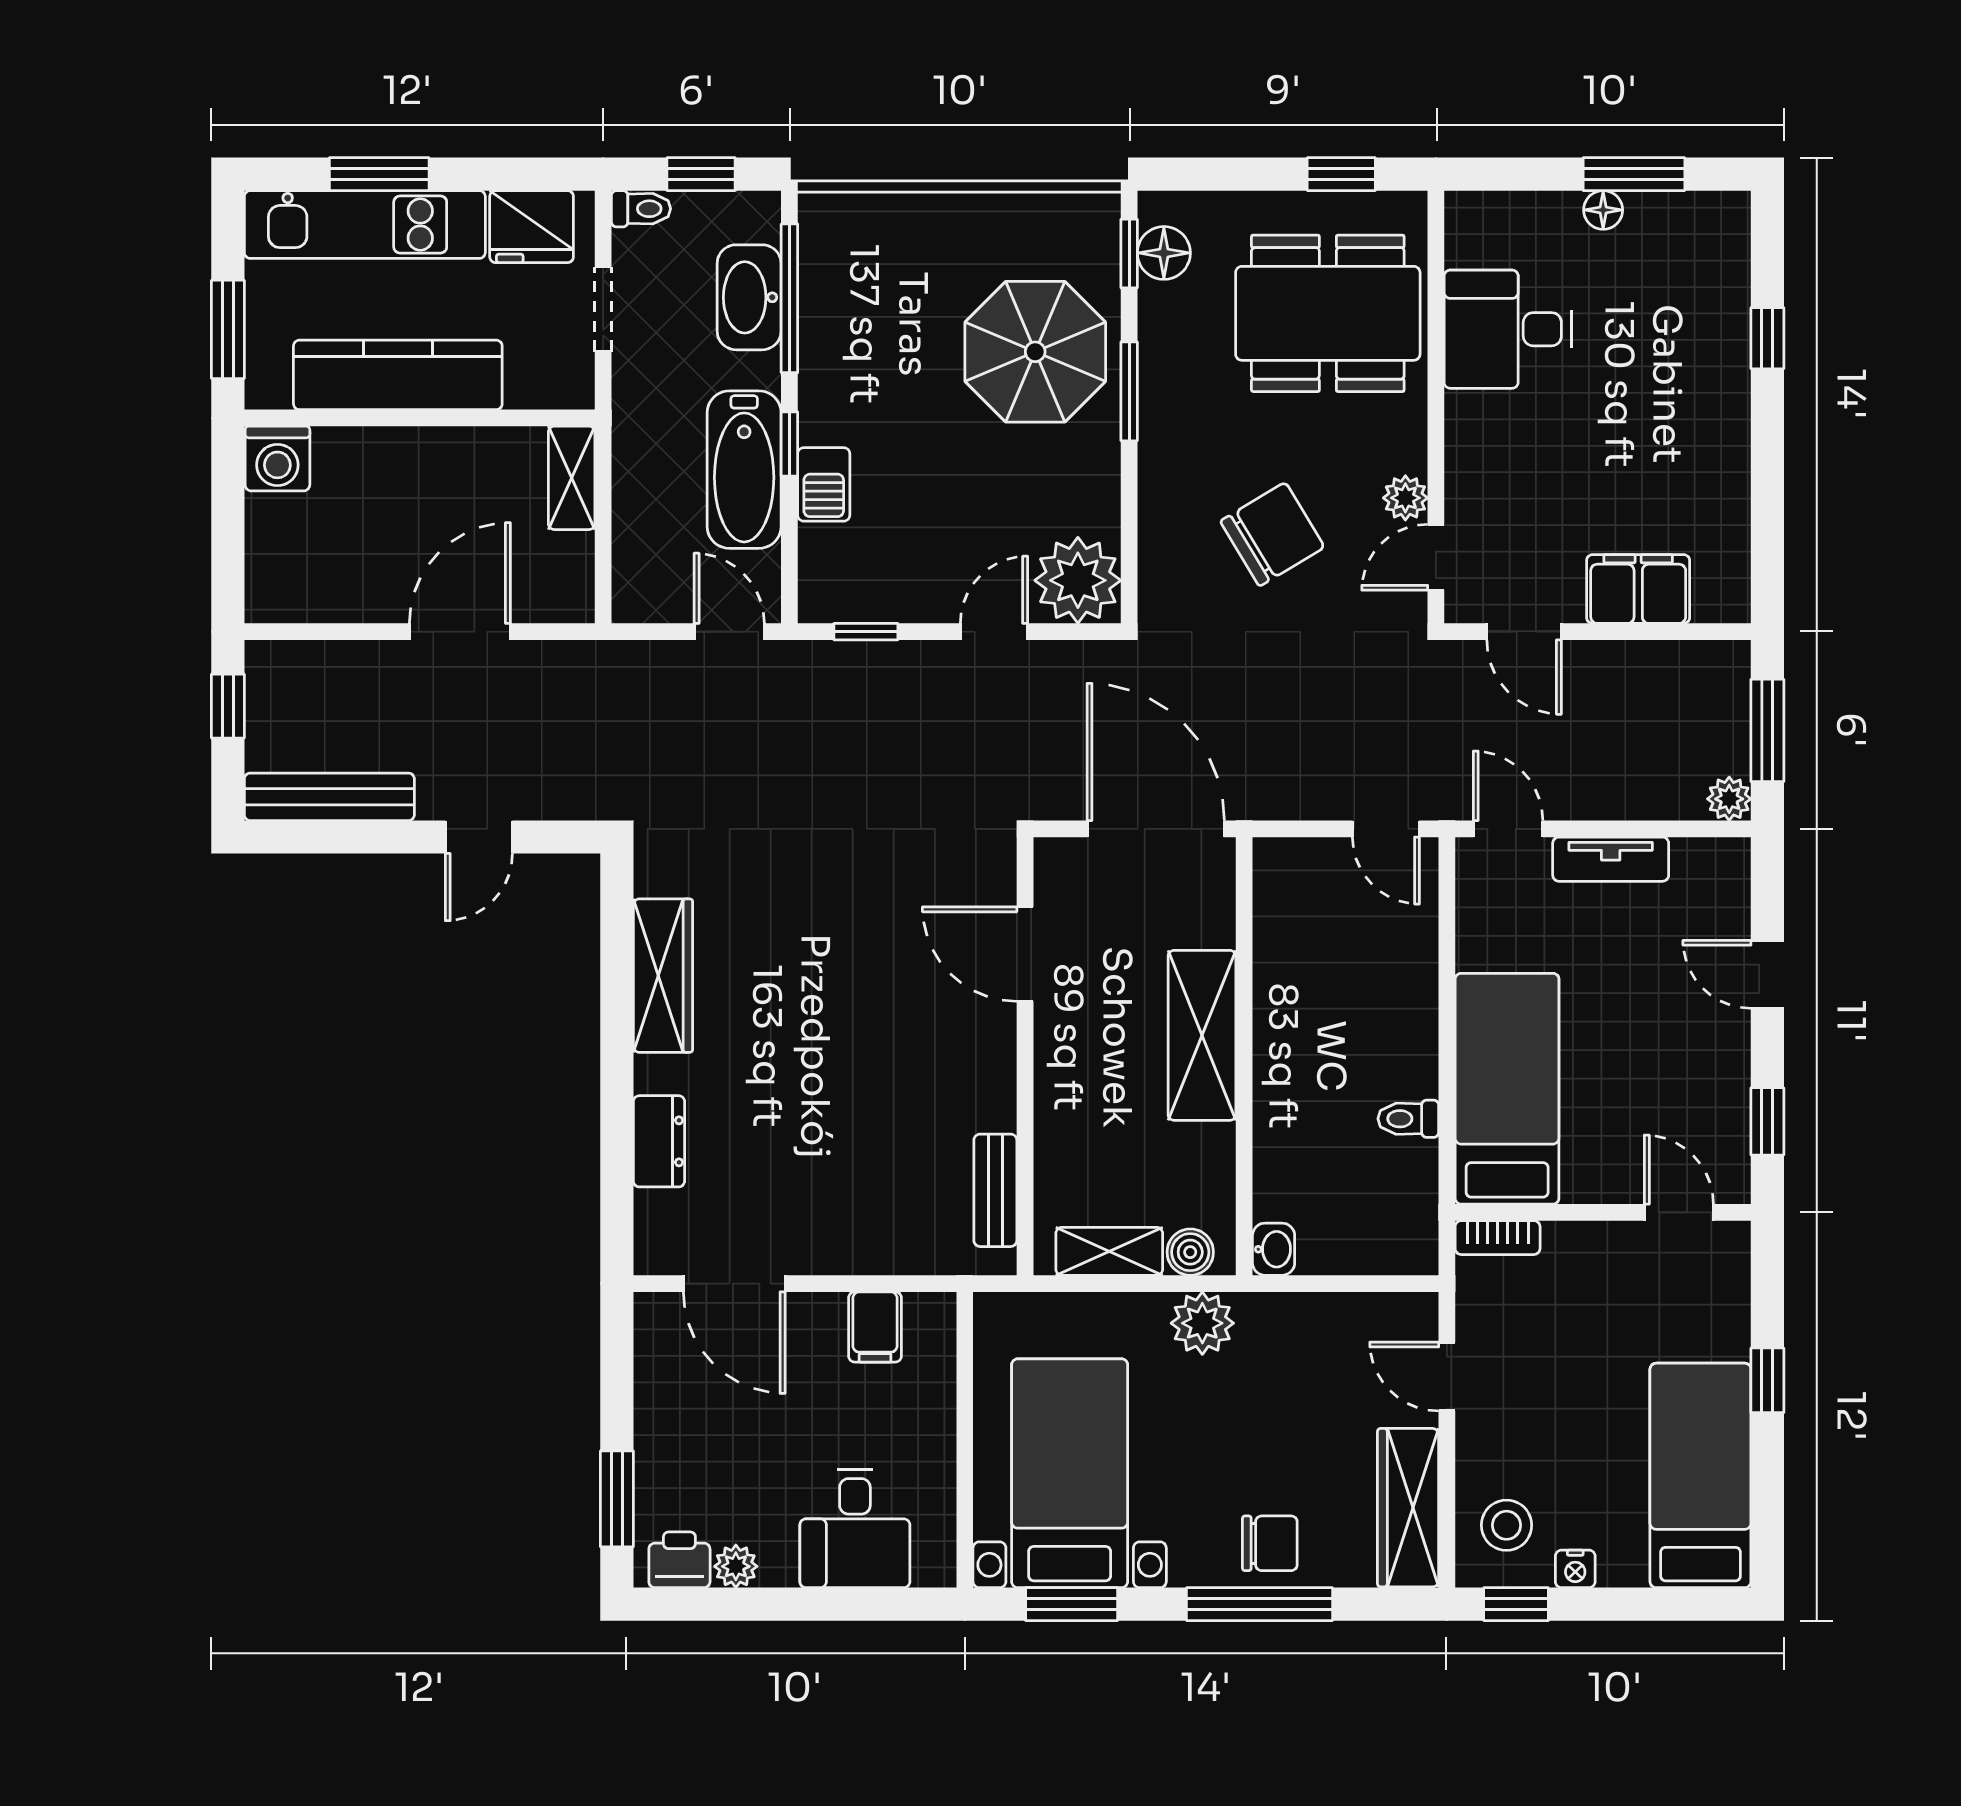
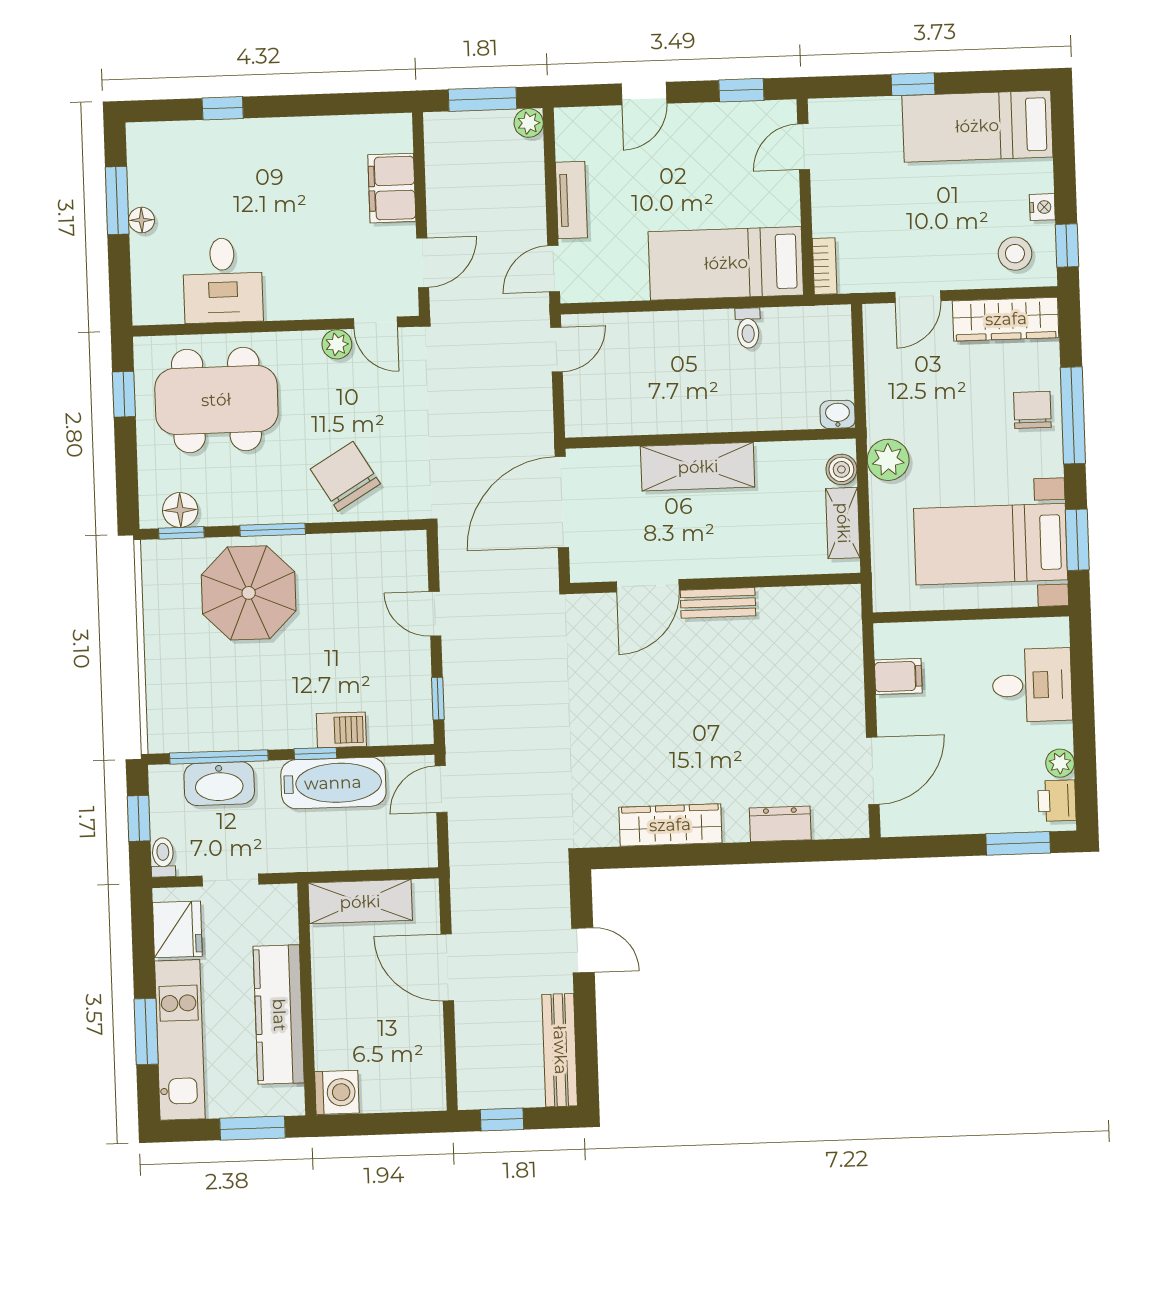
dining table: (1328, 313) -> (216, 400), turned 90
shelving: (572, 478) -> (360, 902), width x1.50, depth x1.33
chair: (1272, 534) -> (345, 476), moved
plant: (1078, 580) -> (399, 559), removed
bench: (995, 1190) -> (718, 603), moved

